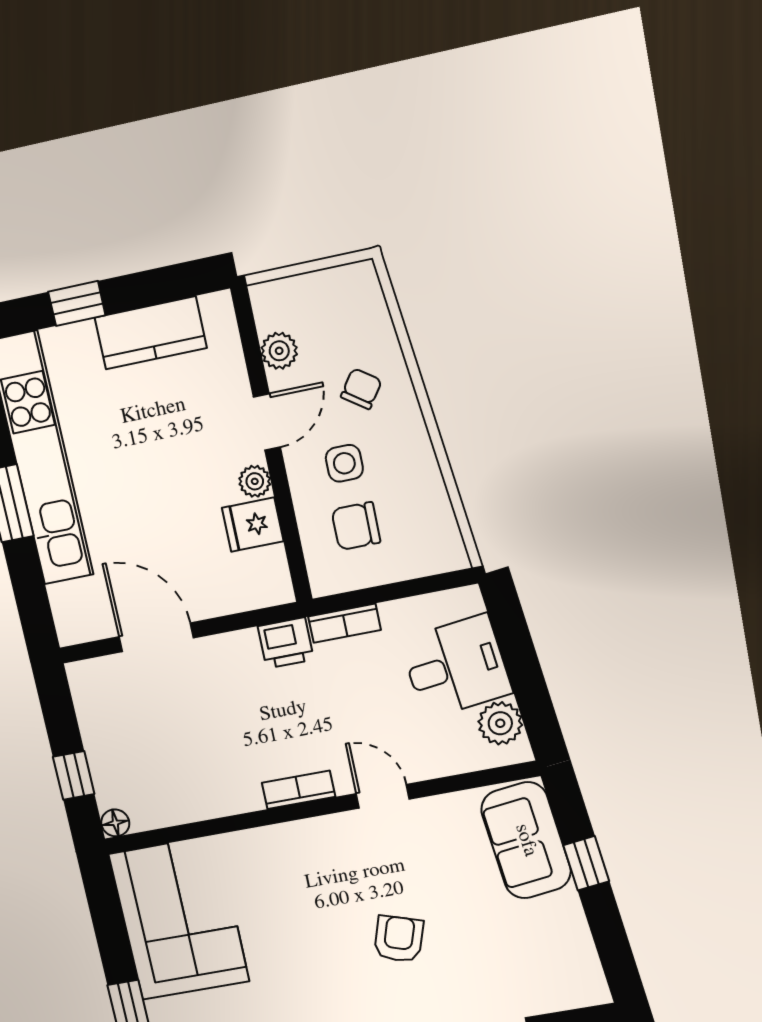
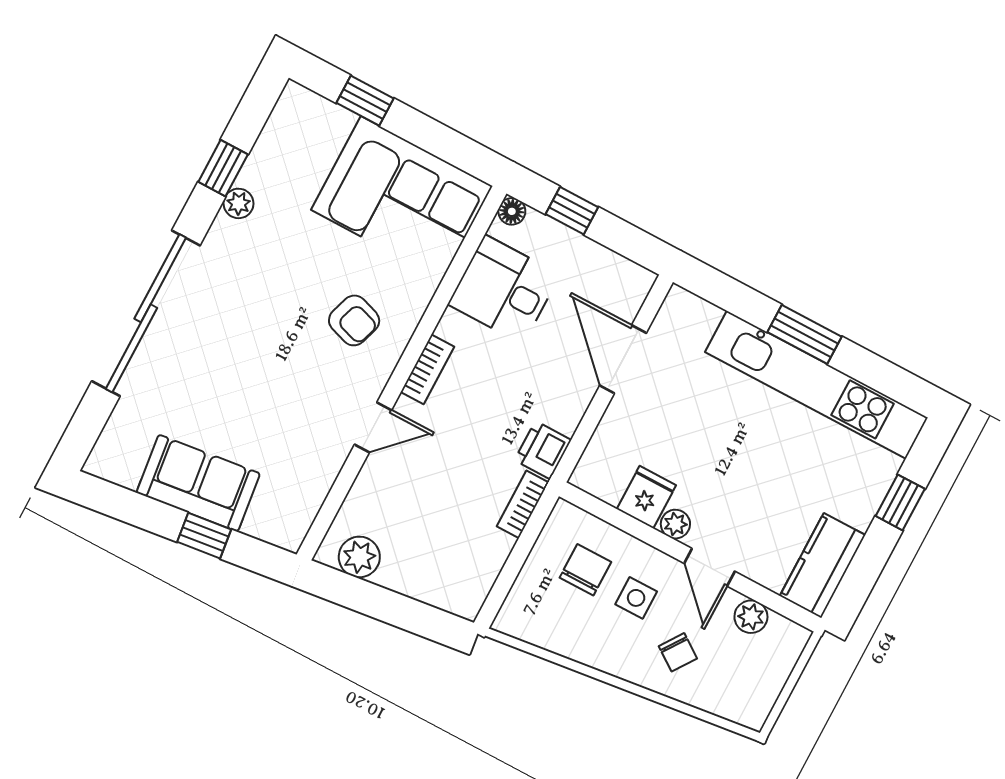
kitchen counter: (151, 333) -> (823, 565), moved
door: (156, 637) -> (623, 359), swing flipped
desk: (456, 667) -> (504, 289), moved, turned 97
sofa: (526, 840) -> (198, 483), moved
armchair: (399, 939) -> (354, 320), moved

